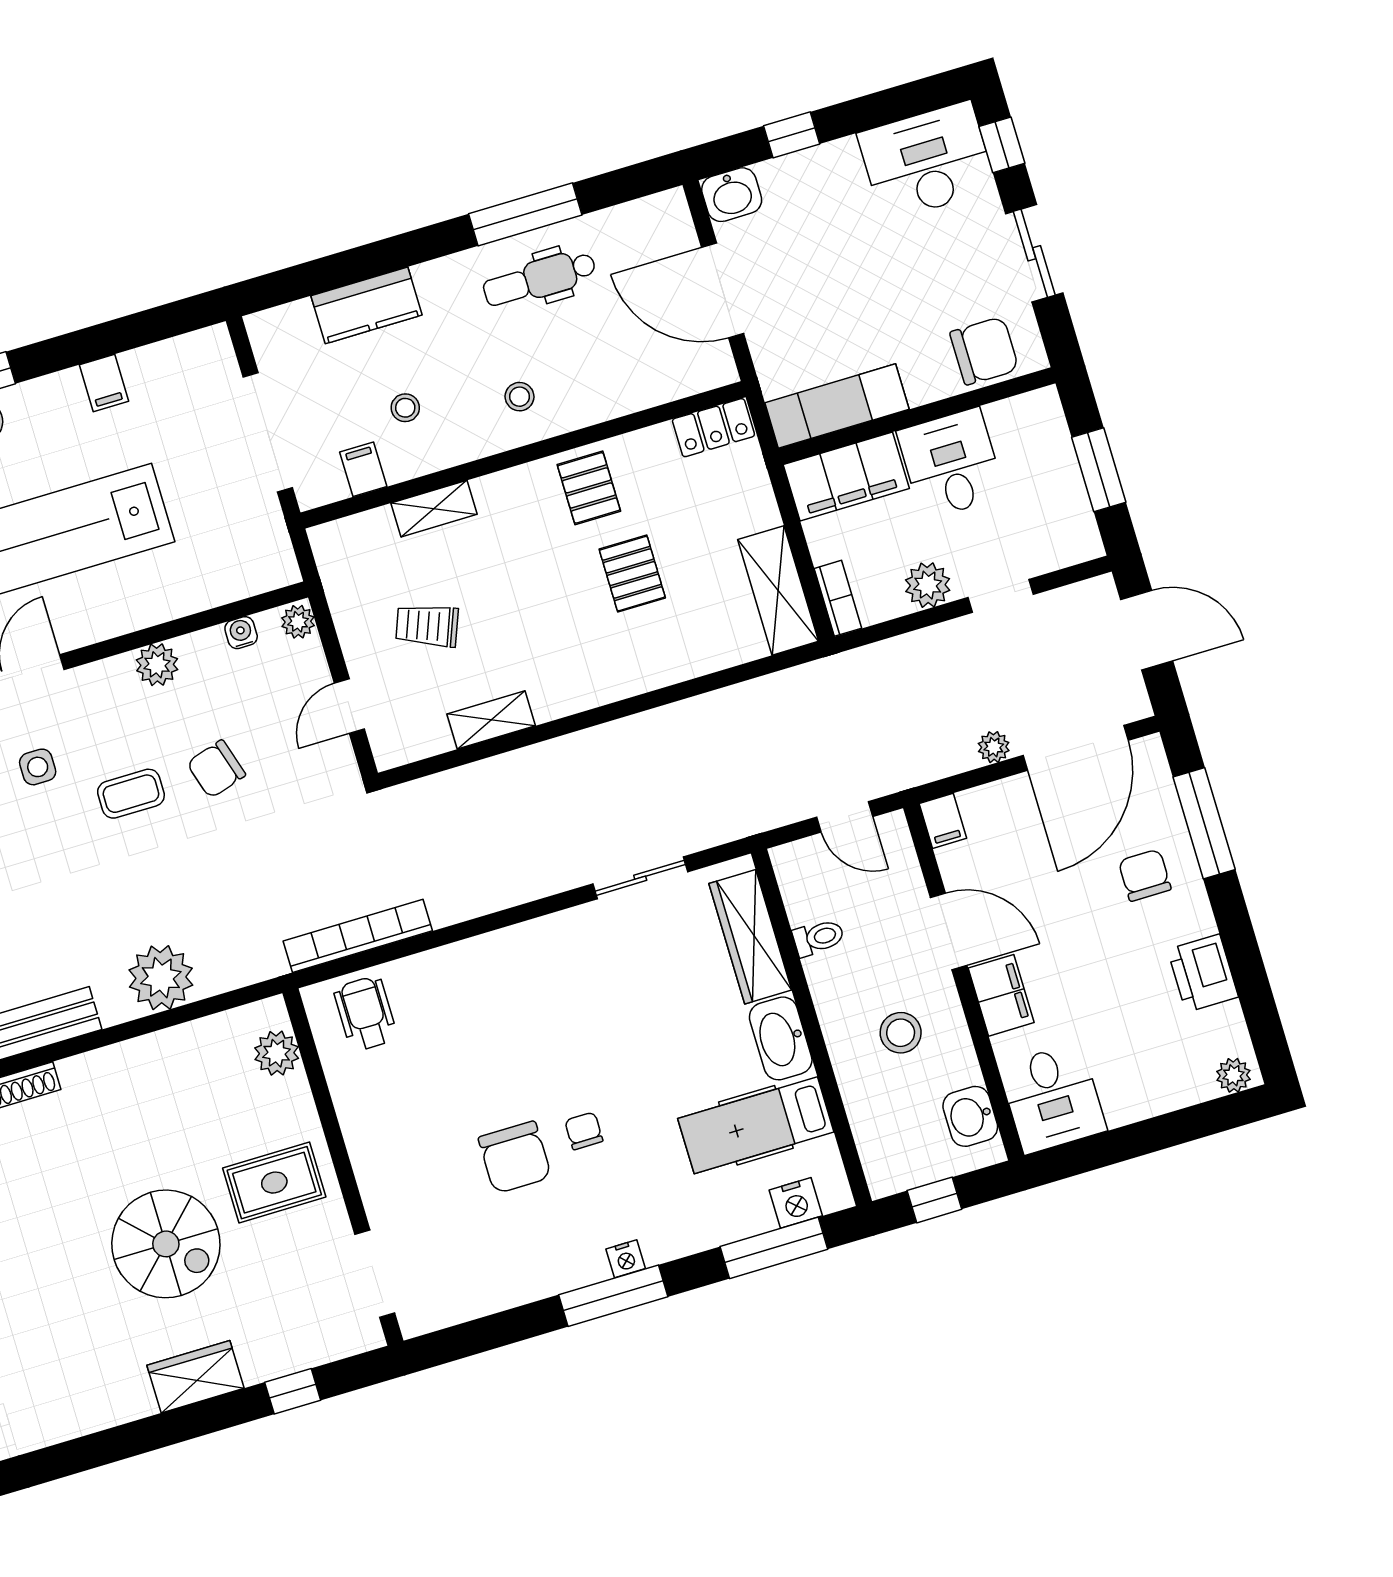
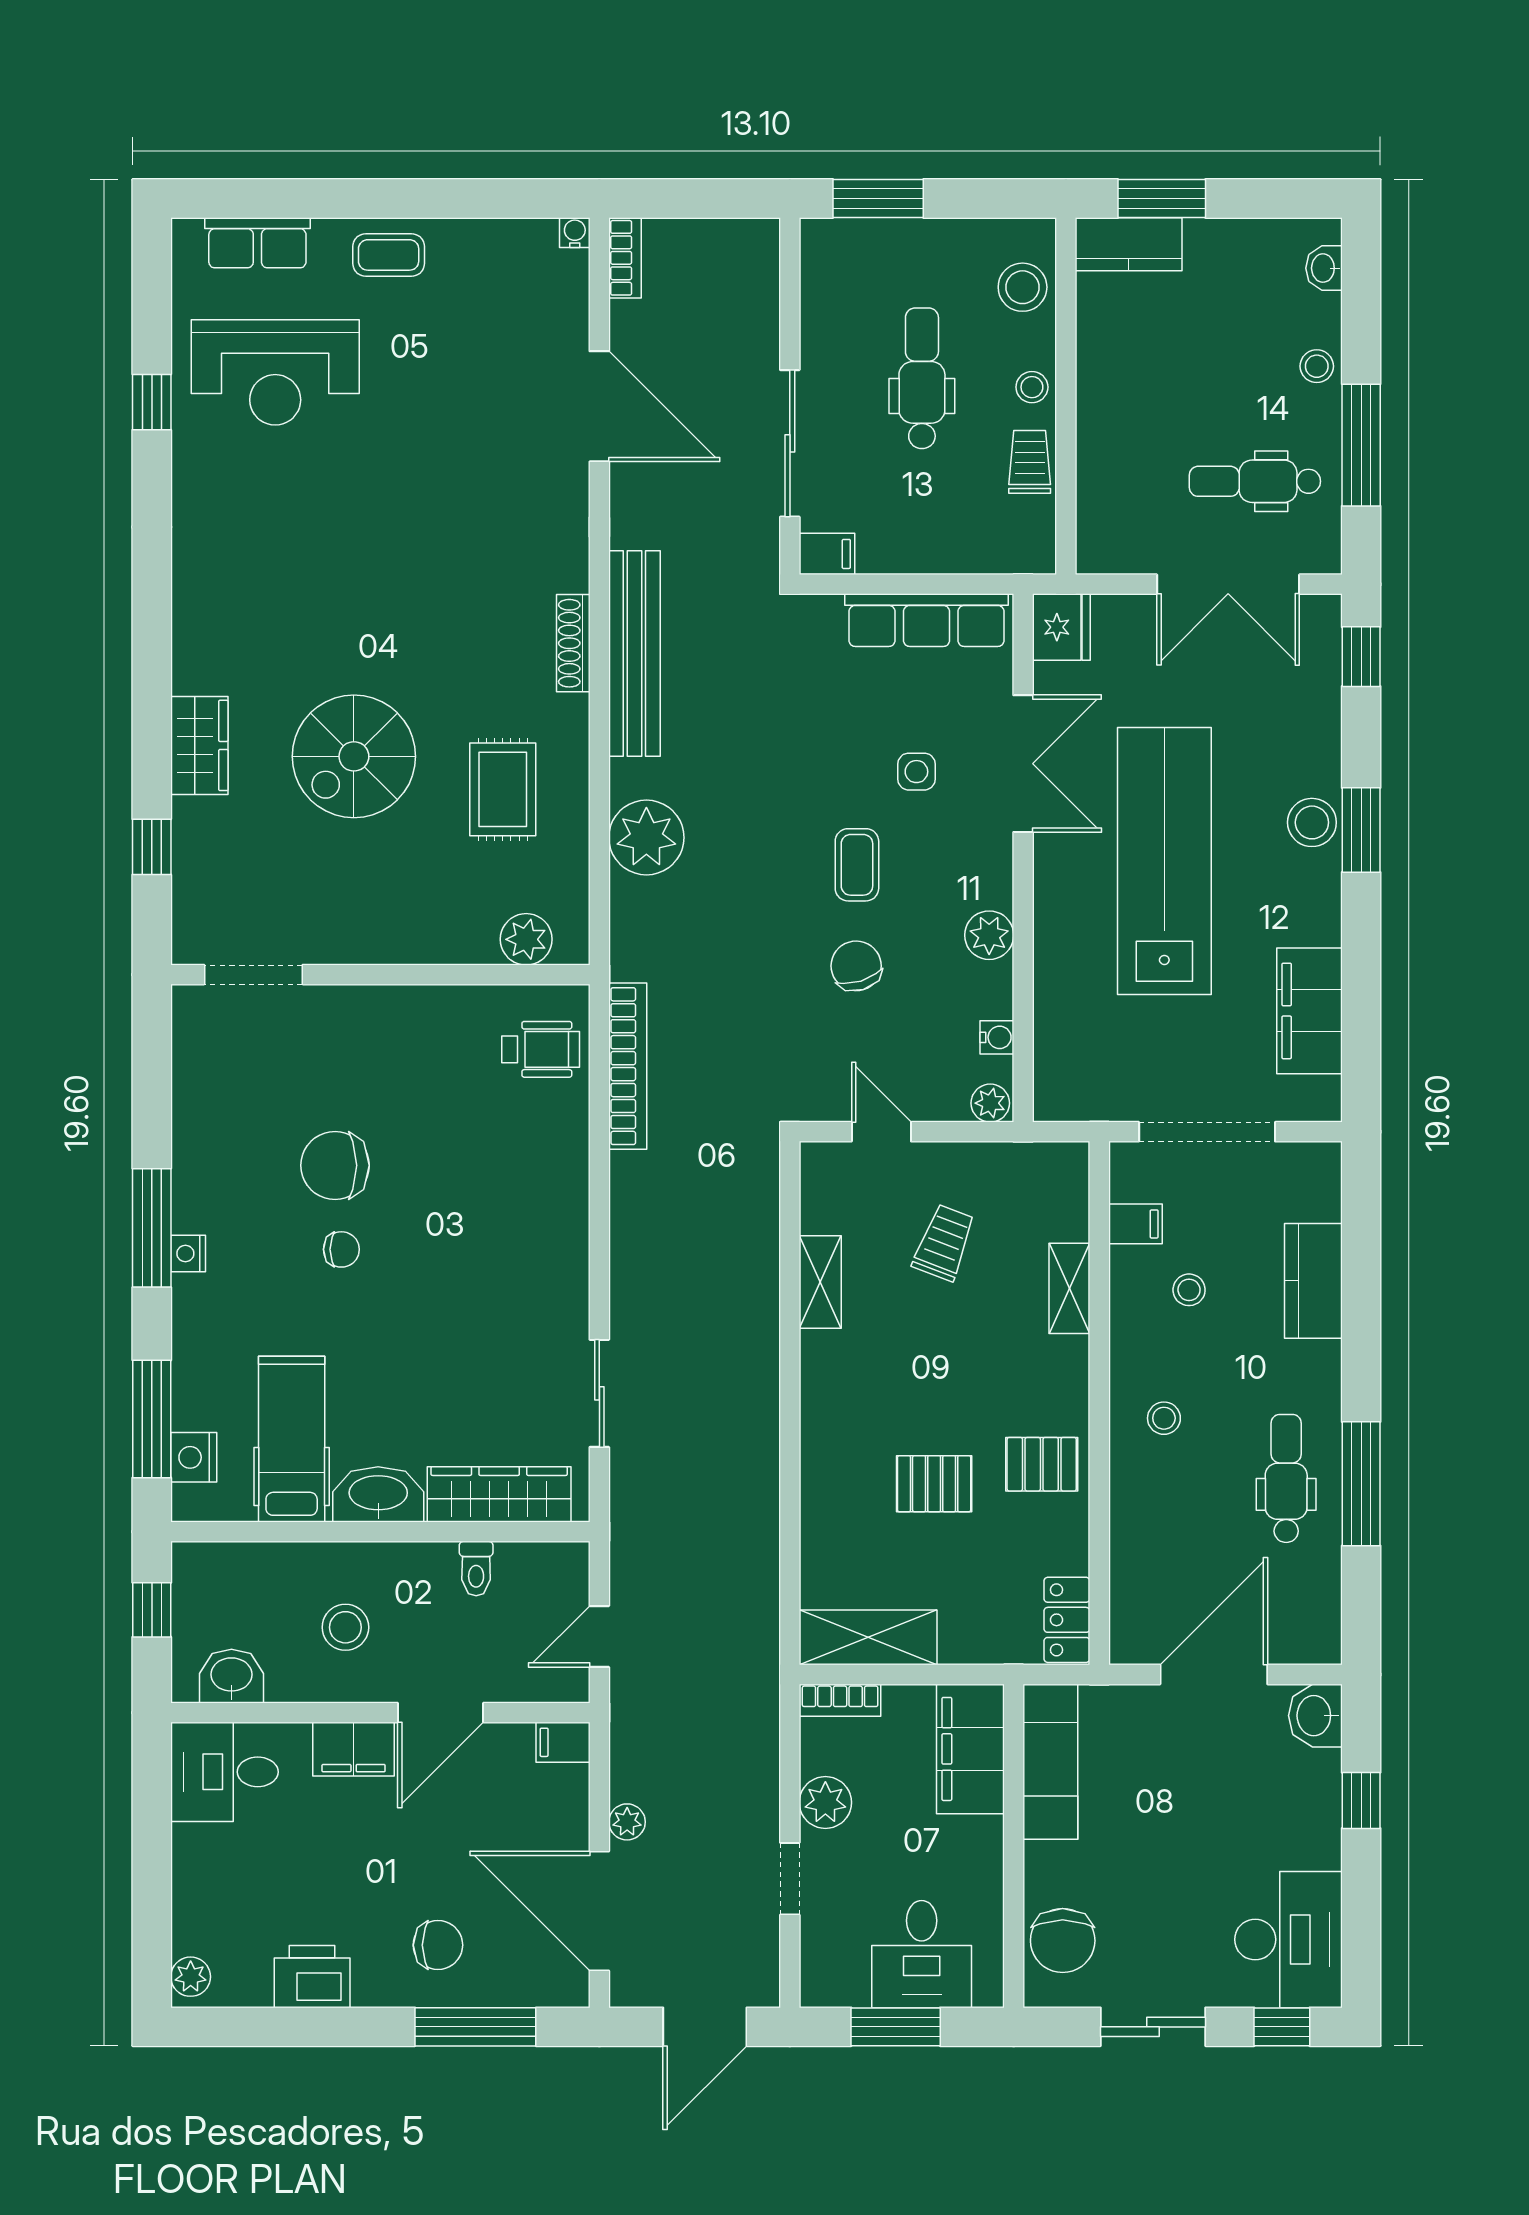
filing cabinet: (104, 383) -> (1309, 1011), width x3.00, depth x1.17
desk: (951, 464) -> (922, 1954), moved, turned 90
rug: (274, 1183) -> (503, 789), moved

